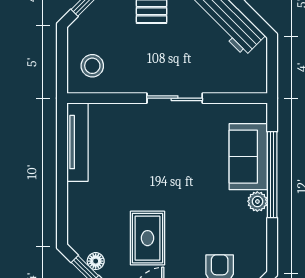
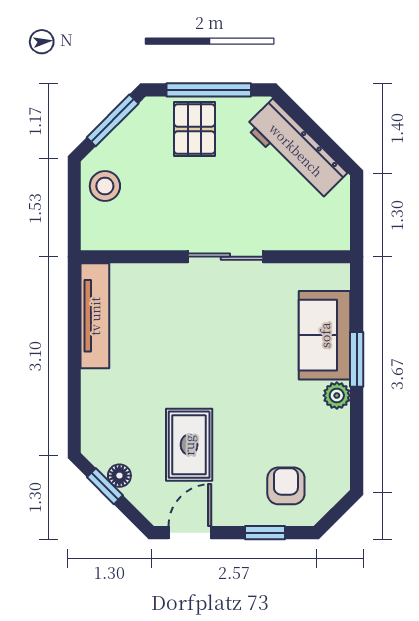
stool: (92, 66) -> (105, 186), moved
window: (272, 175) -> (357, 359), width x0.47

